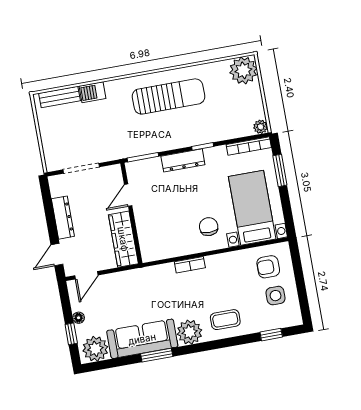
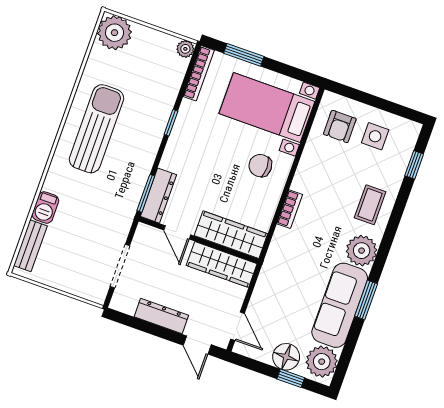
dresser: (183, 160) -> (158, 196), moved
wardrobe: (148, 234) -> (231, 235), added
floor lamp: (79, 318) -> (286, 357), width x1.89, depth x1.89

